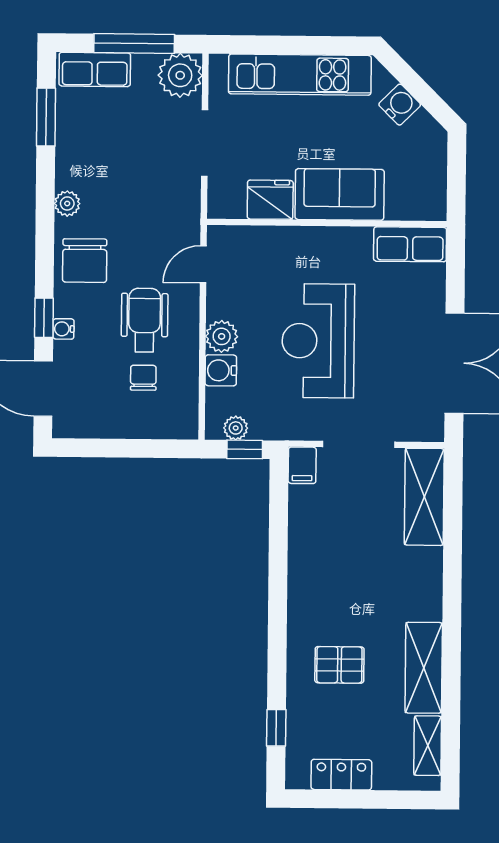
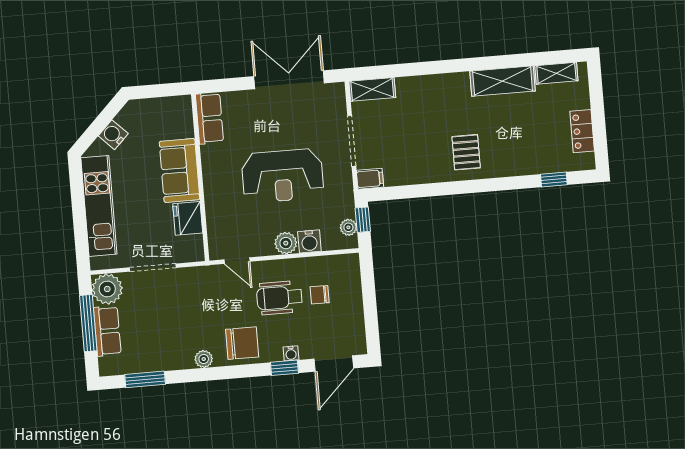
row of seats: (95, 69) -> (107, 331), moved
shelving: (424, 497) -> (372, 89), width x0.67, depth x0.75
pallet: (339, 665) -> (466, 152), moved

